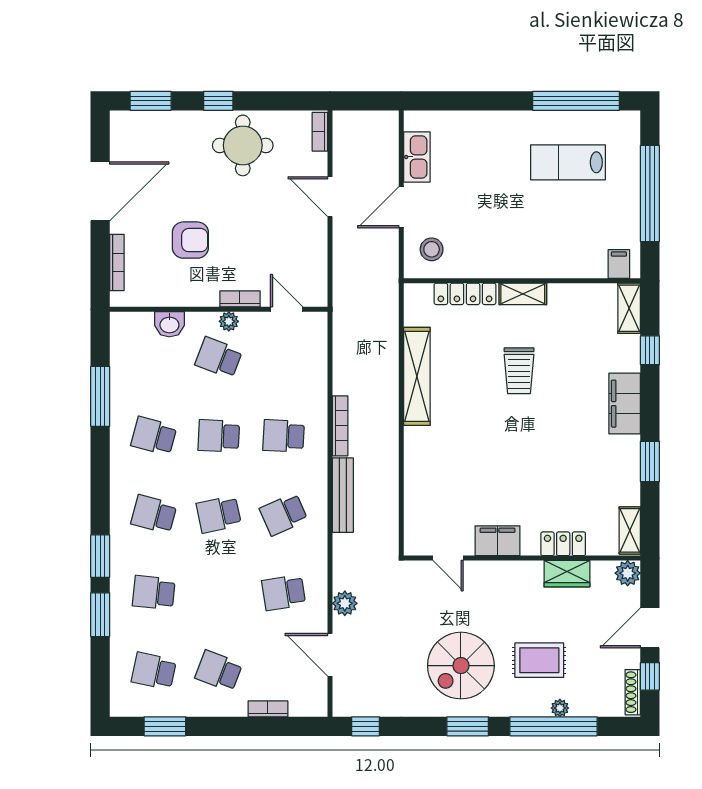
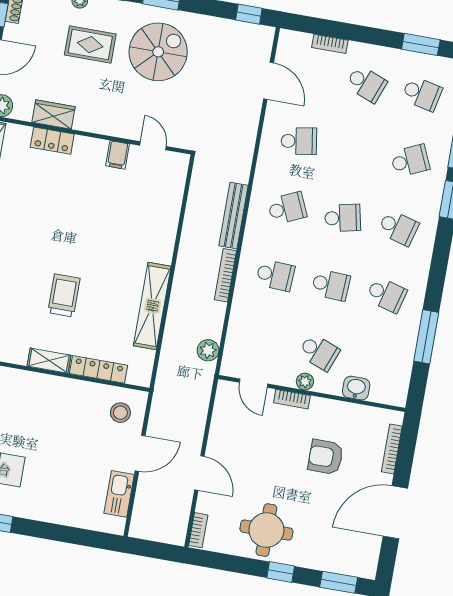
filing cabinet: (497, 541) -> (118, 155), width x0.50
school desk: (154, 593) -> (410, 161), turned -30
plant: (345, 603) -> (208, 350), moved

